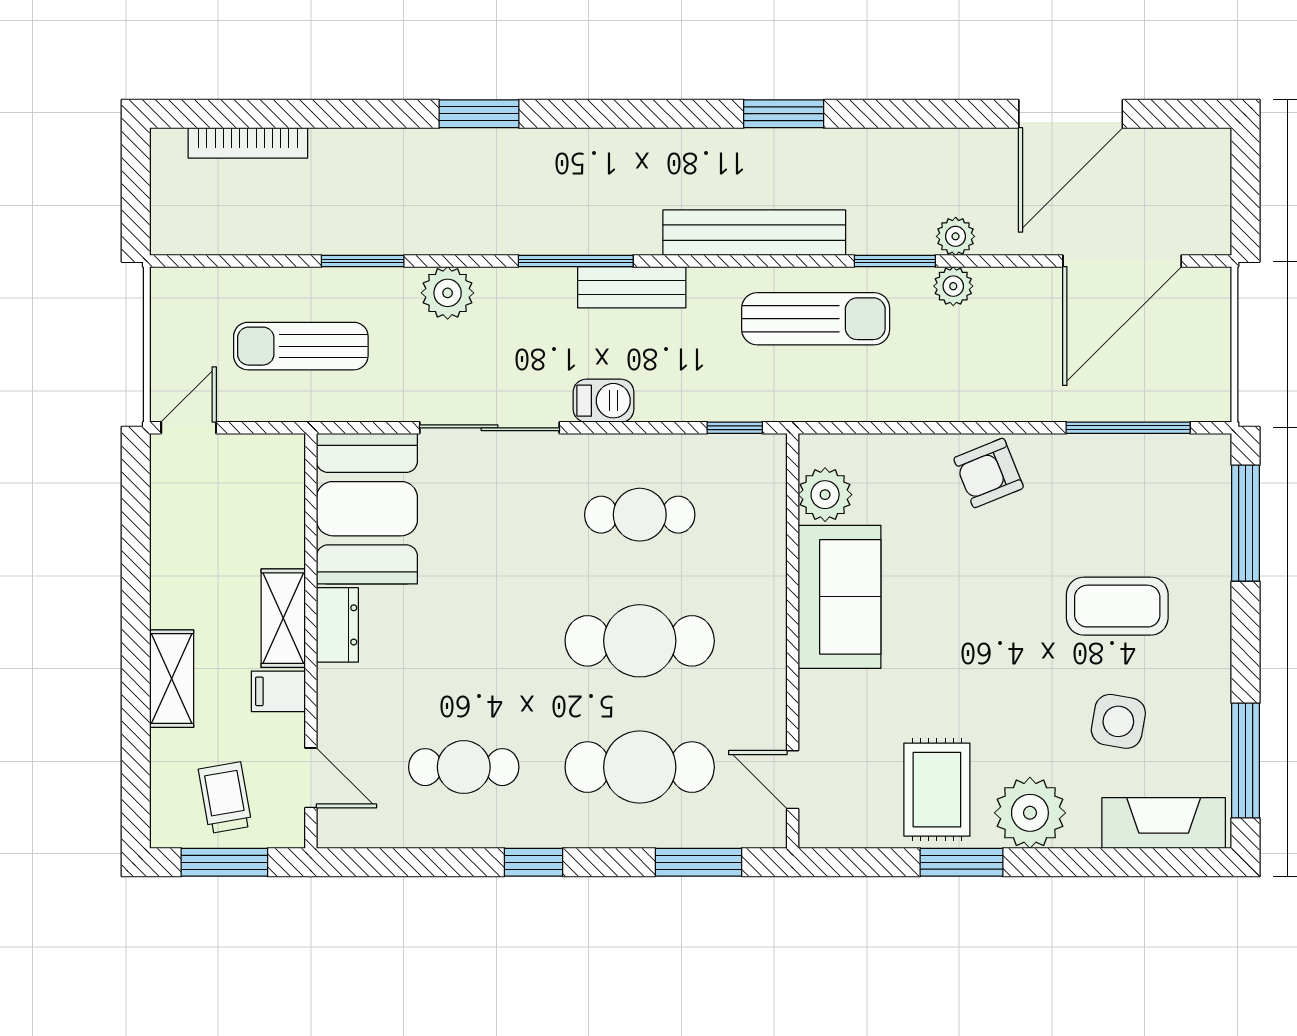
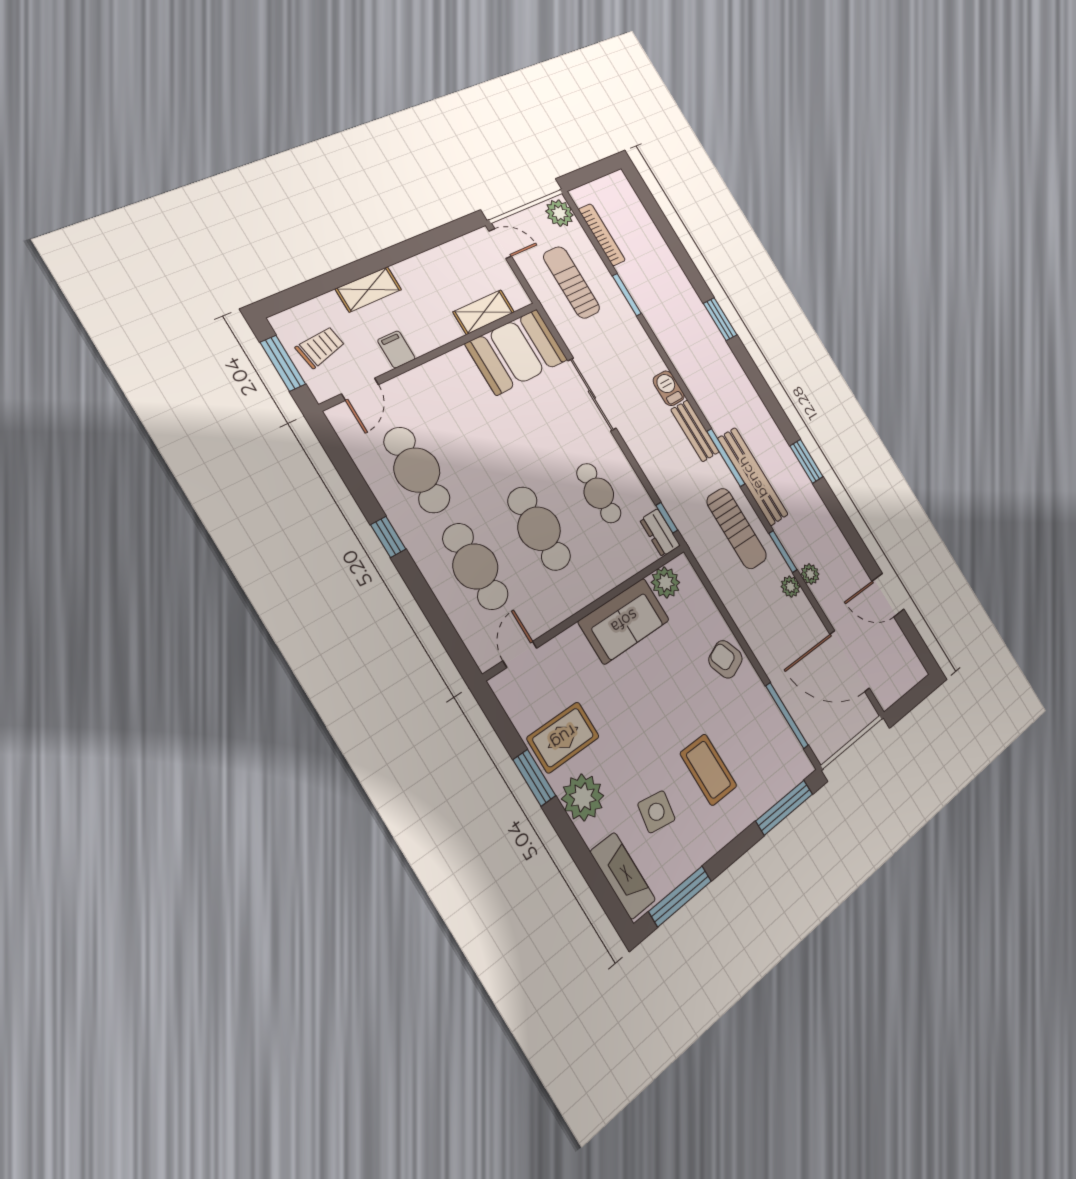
door: (1071, 114) -> (888, 595), width x0.73
bookcase: (248, 143) -> (602, 235), moved, turned 180
window: (576, 261) -> (726, 458), moved
plant: (448, 293) -> (559, 213), moved
barbecue: (604, 401) -> (669, 388), moved, turned 180
shelving: (283, 618) -> (484, 312), moved
dresser: (337, 625) -> (660, 533), moved, turned 90
cafe table: (464, 767) -> (417, 470), width x1.37, depth x1.35
window: (699, 862) -> (445, 630), removed

